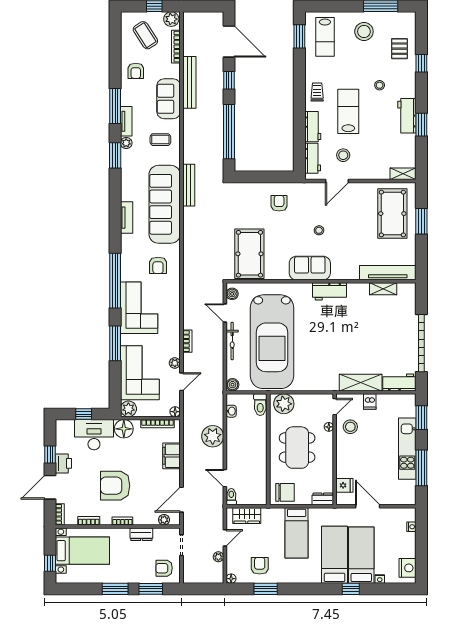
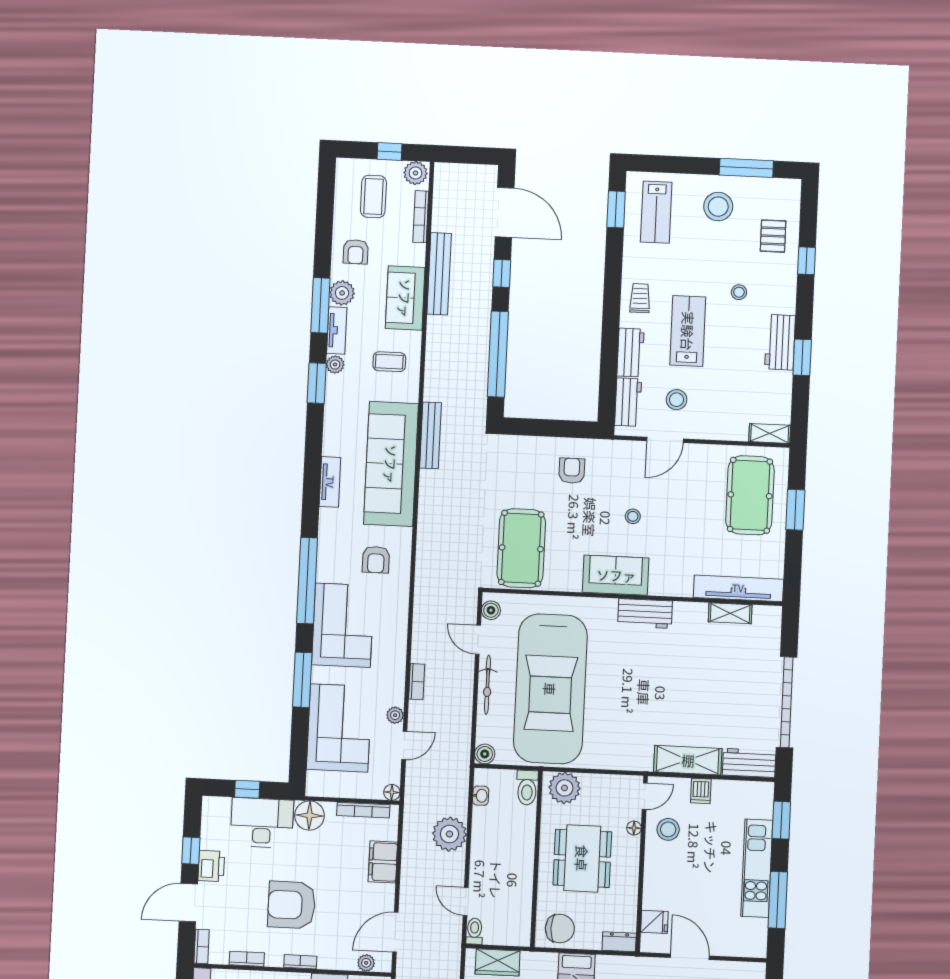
coffee table: (145, 35) -> (373, 196), turned 33
plant: (128, 409) -> (342, 293), moved

